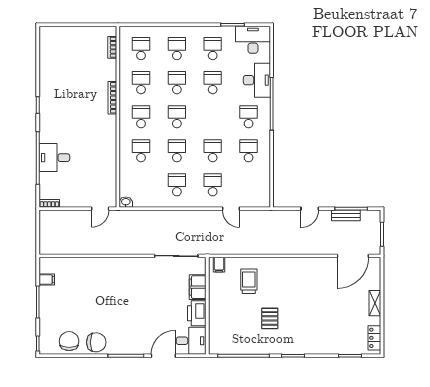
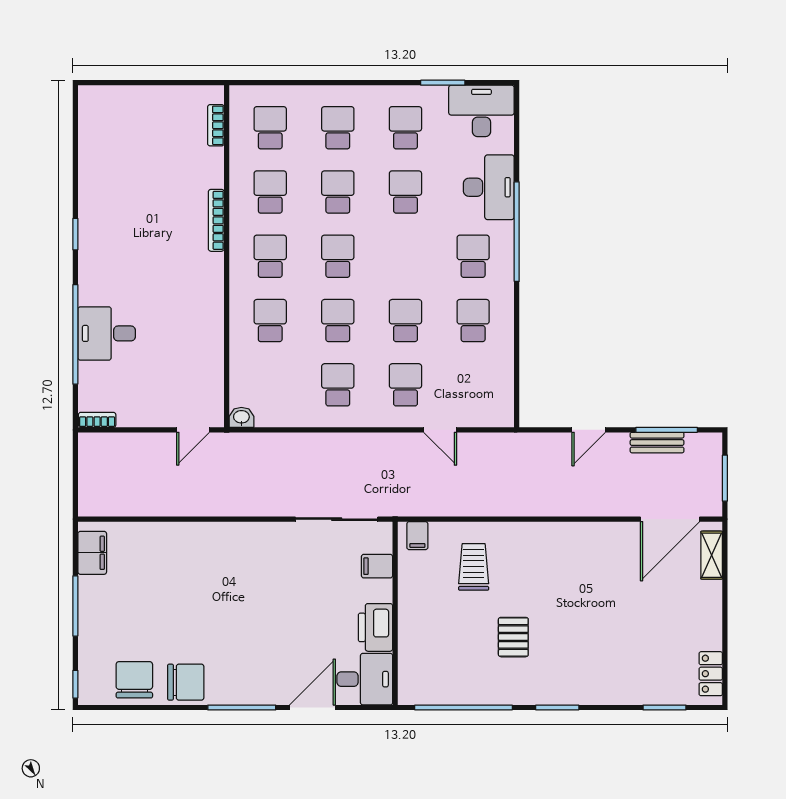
filing cabinet: (47, 279) -> (92, 553), width x2.00
filing cabinet: (198, 287) -> (377, 566), width x0.50
shelving: (375, 303) -> (712, 555), moved

